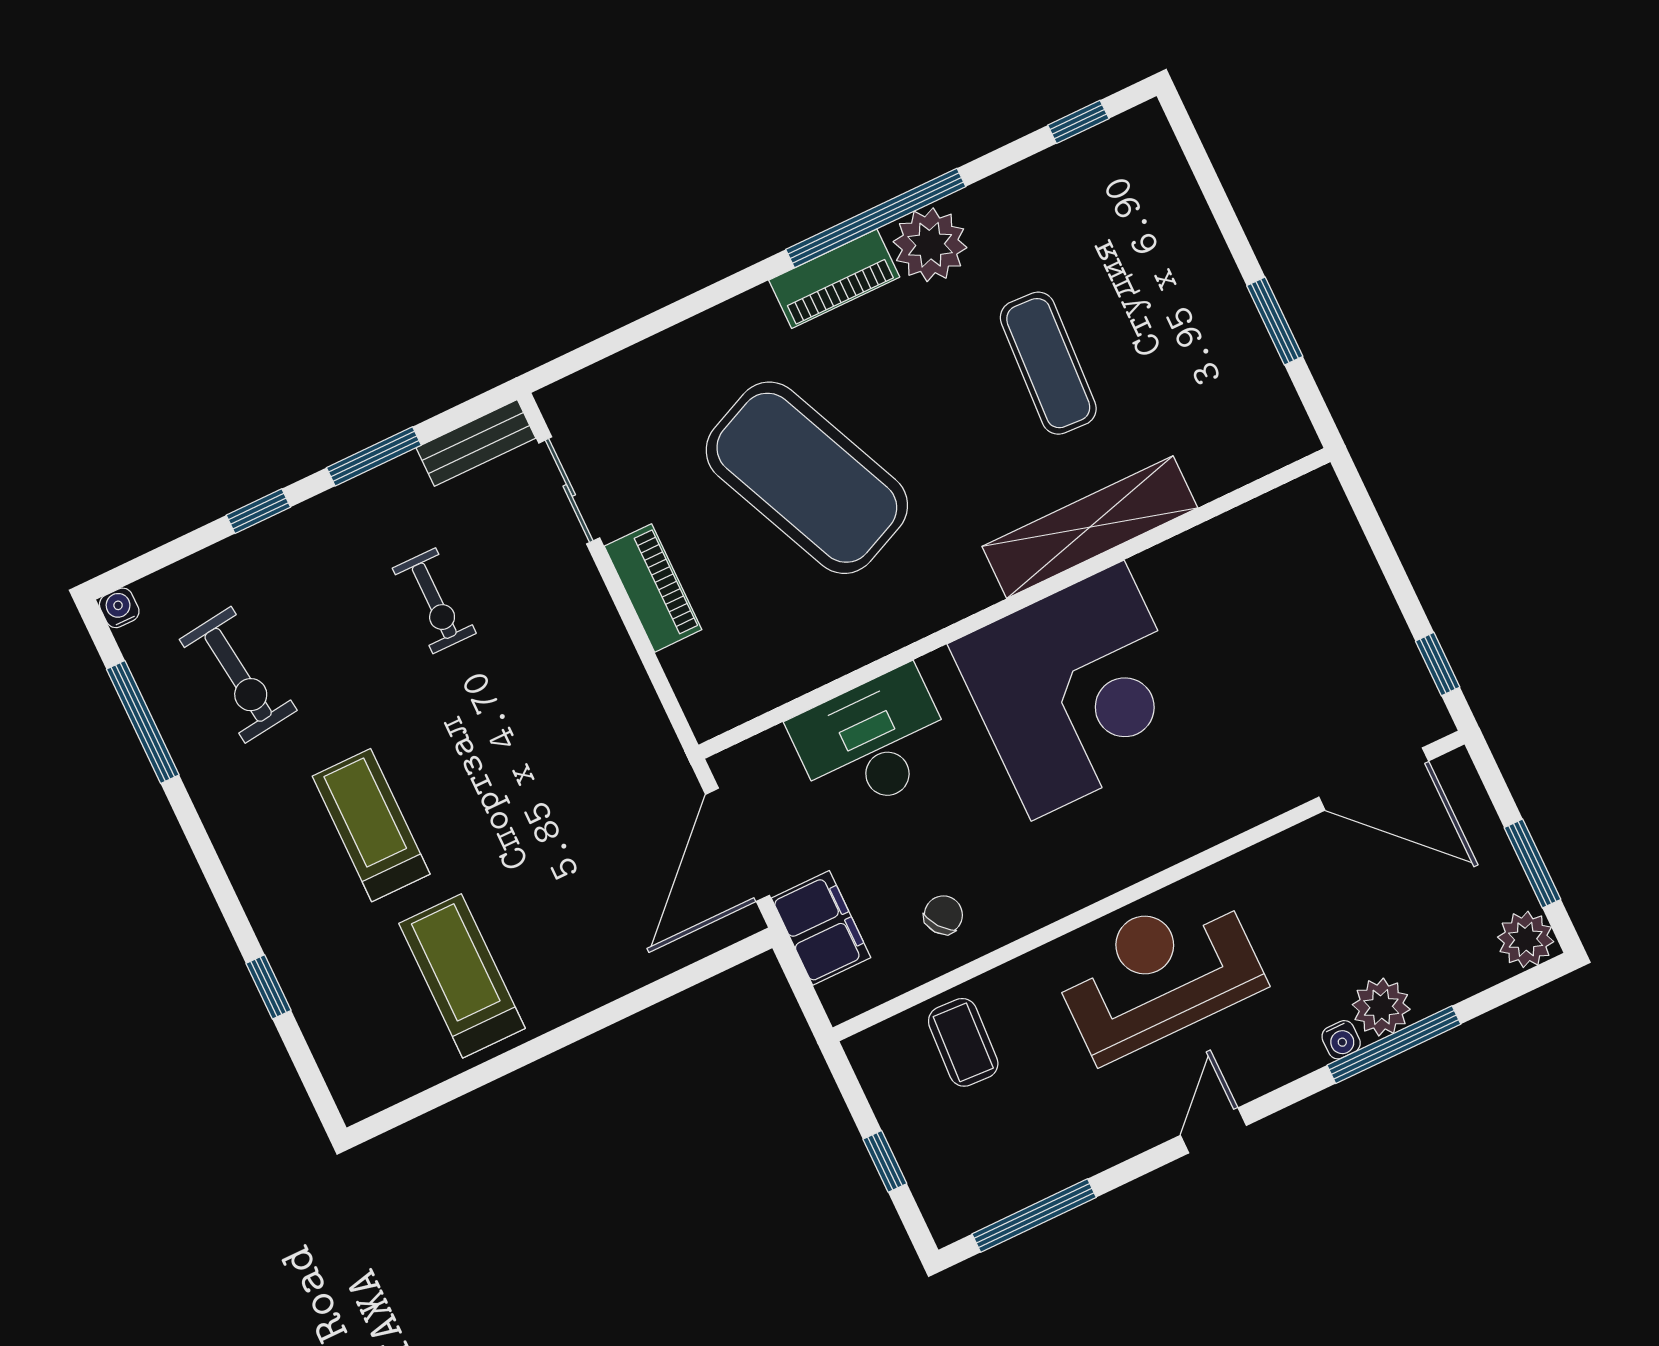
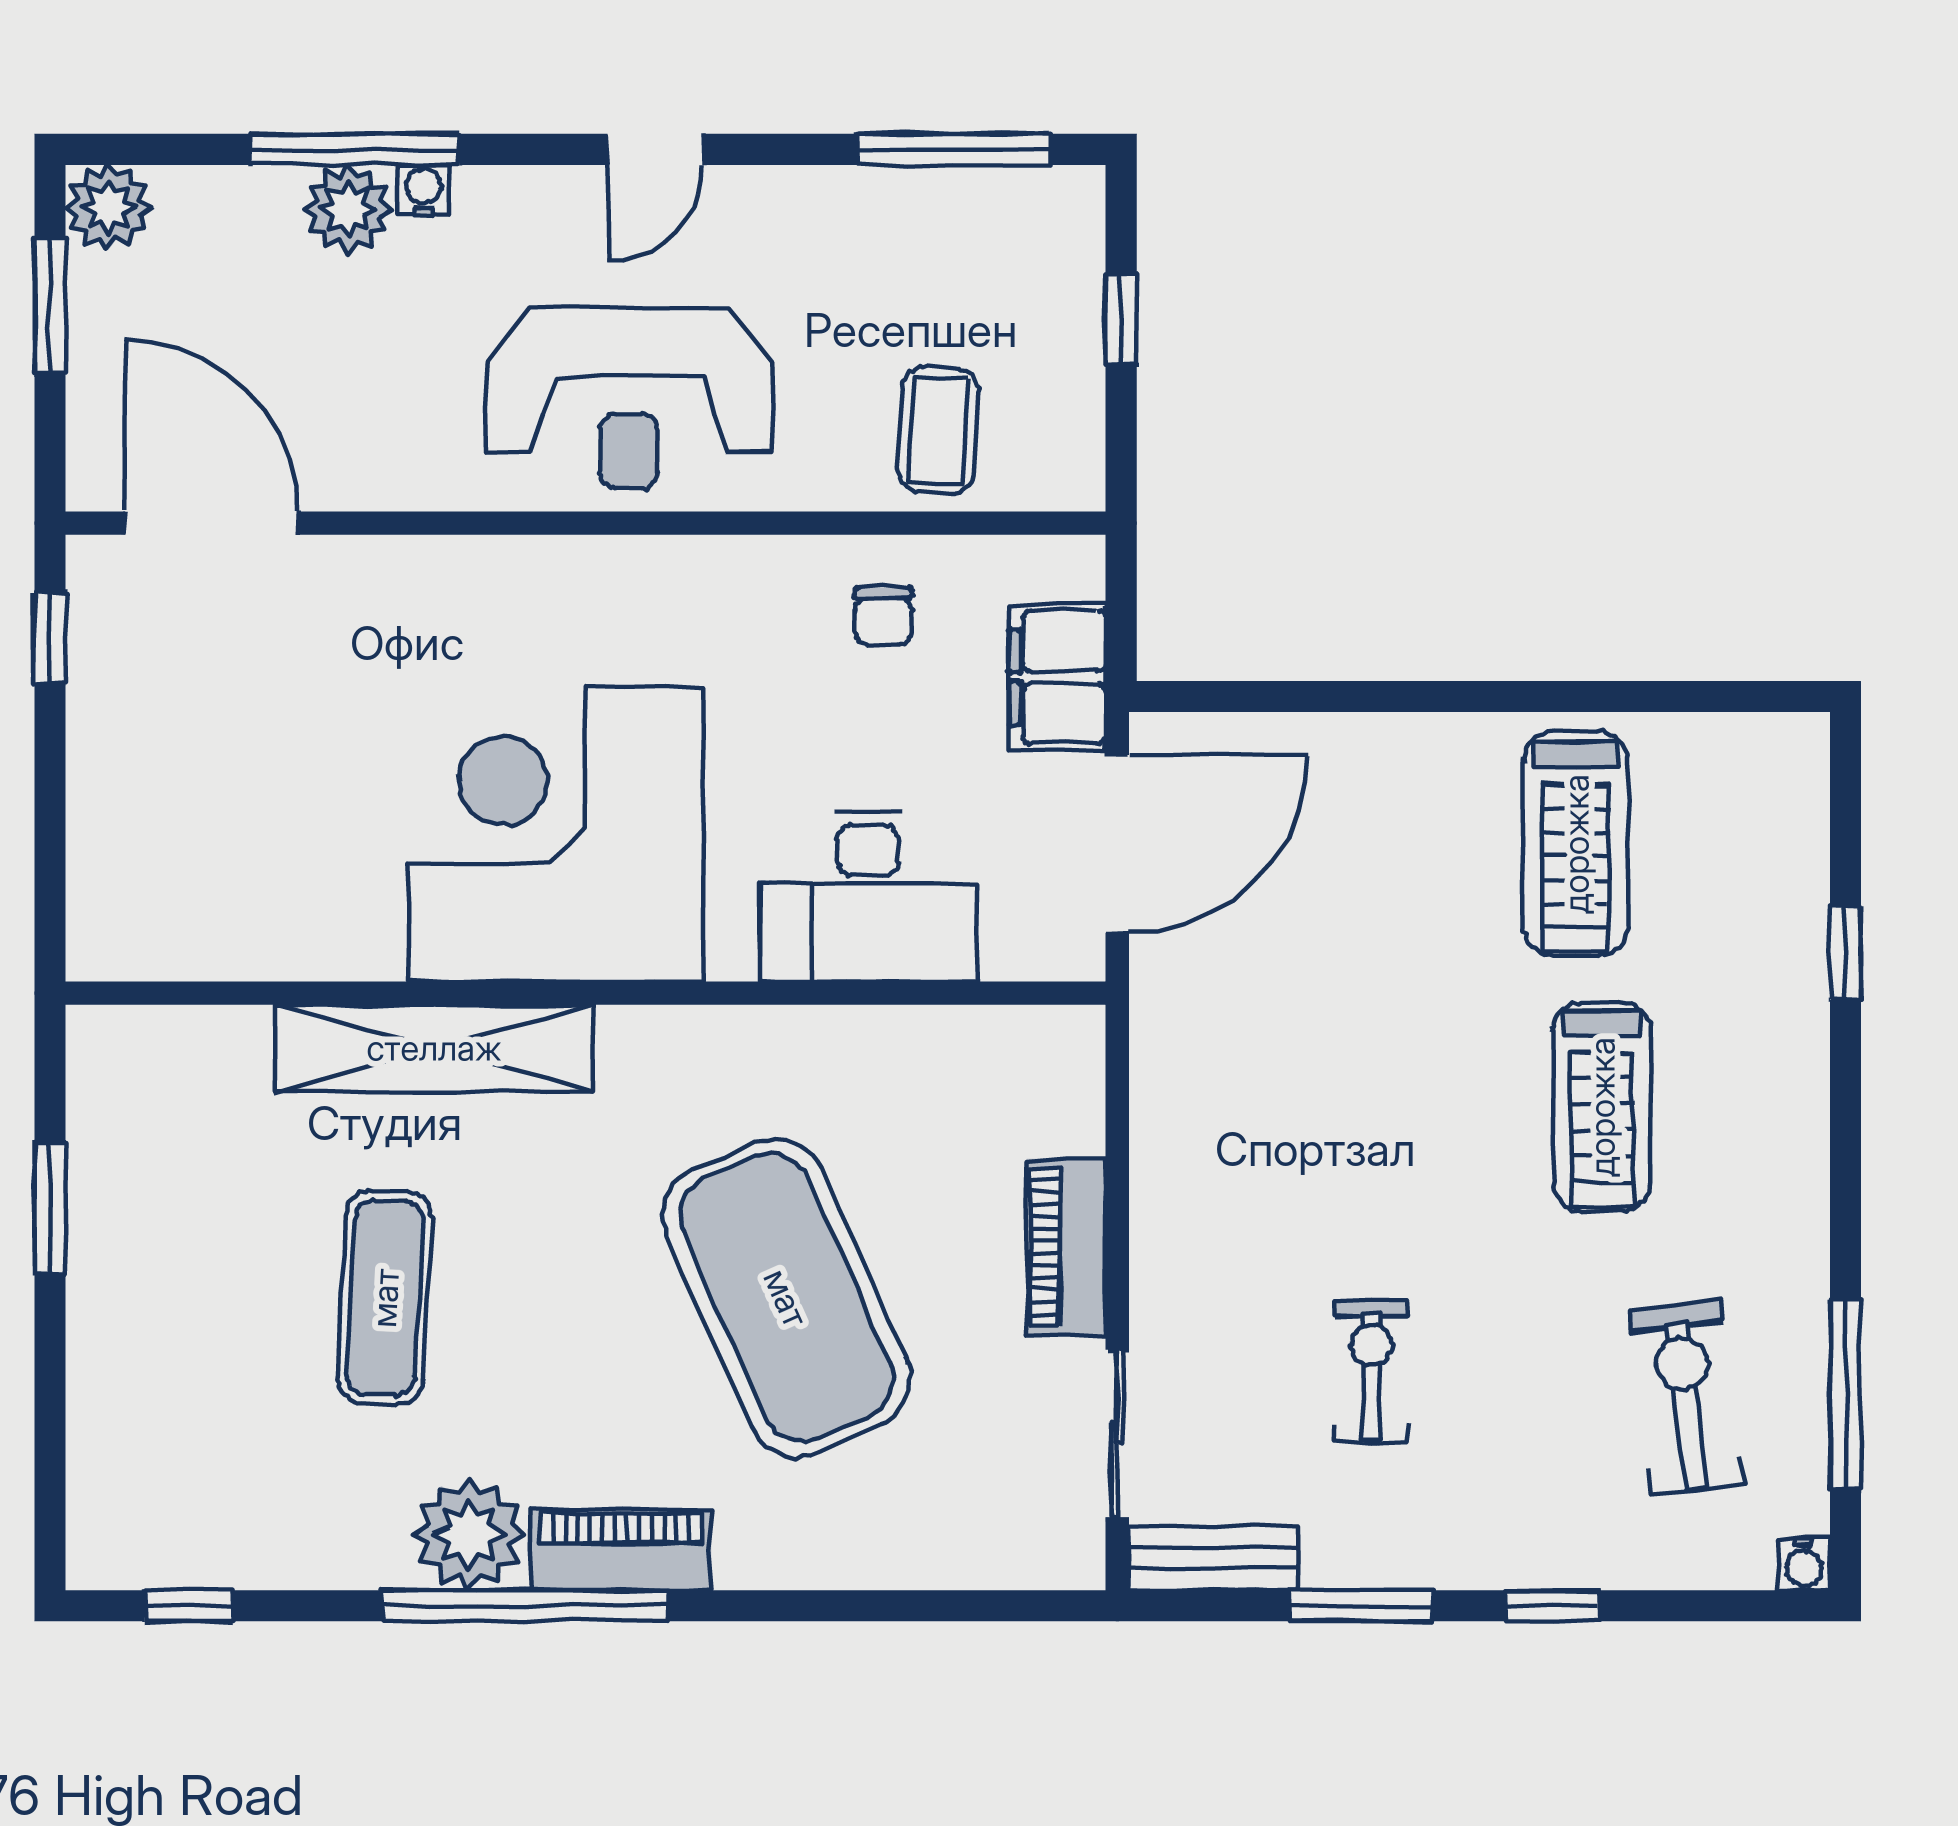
chair: (943, 915) -> (883, 616), turned -53

